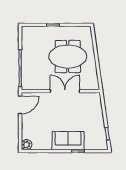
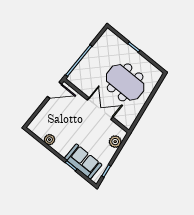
plant: (96, 107) -> (115, 142), added
sofa: (68, 141) -> (83, 161), moved
plant: (27, 145) -> (49, 140), moved

